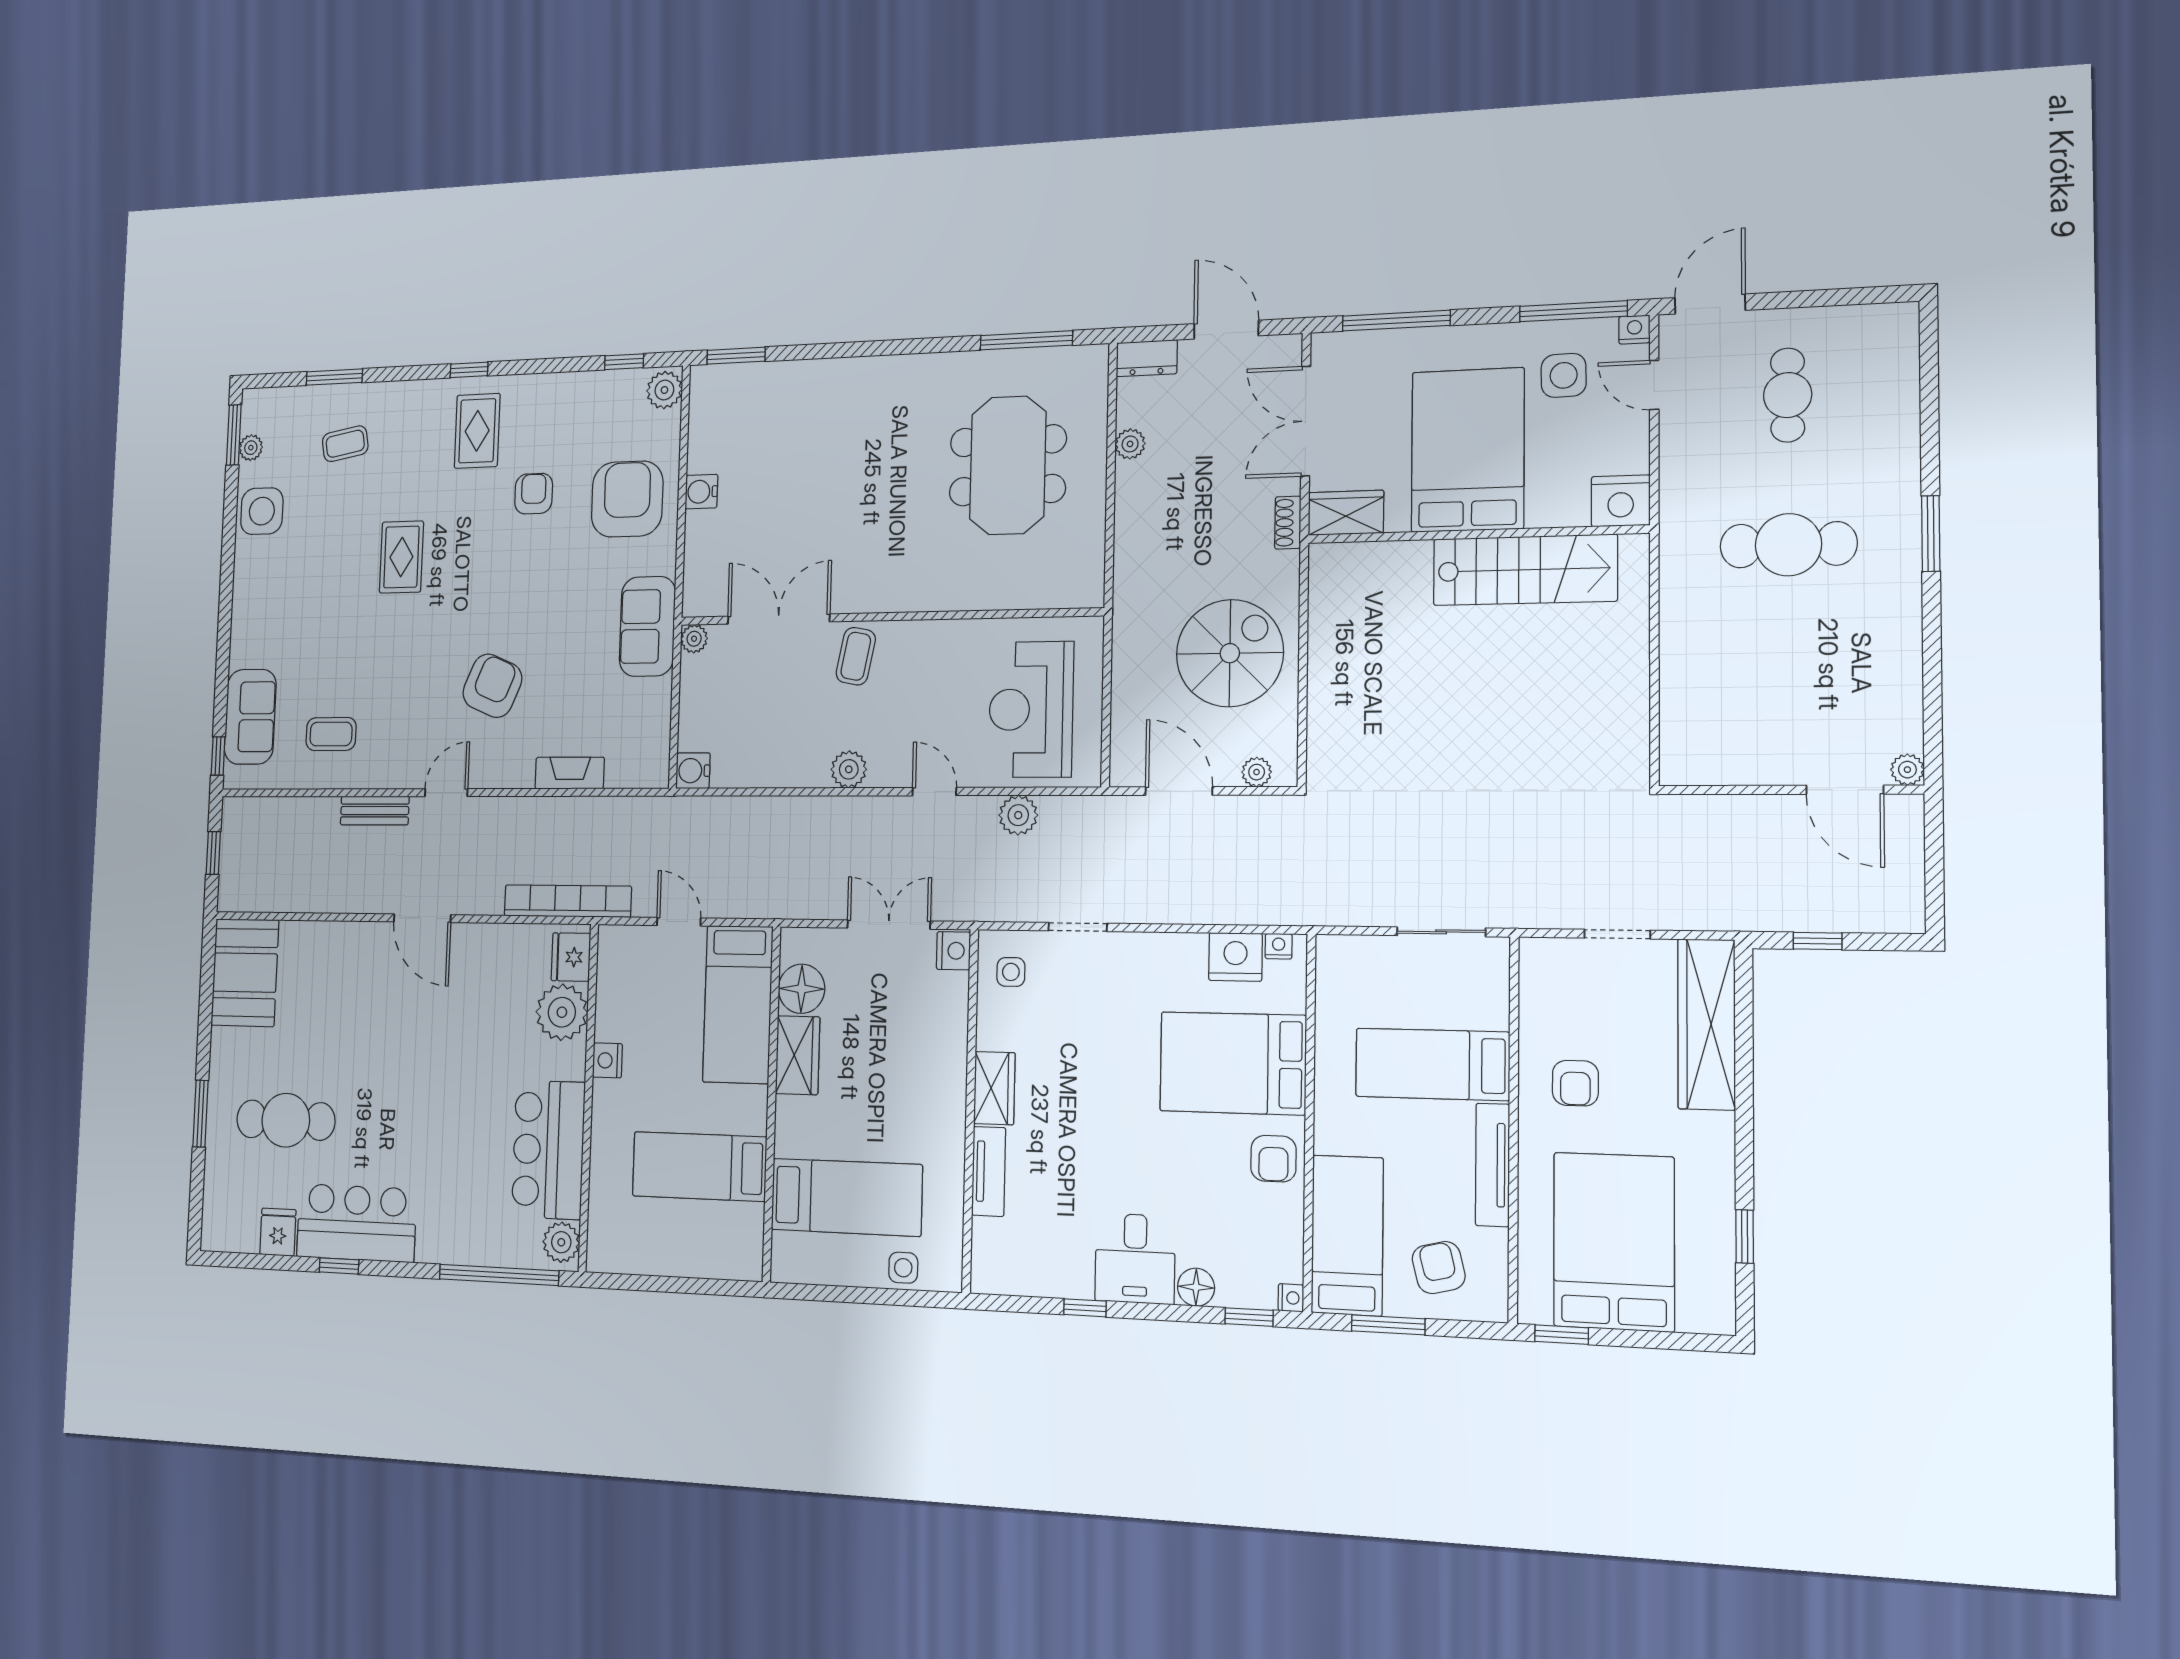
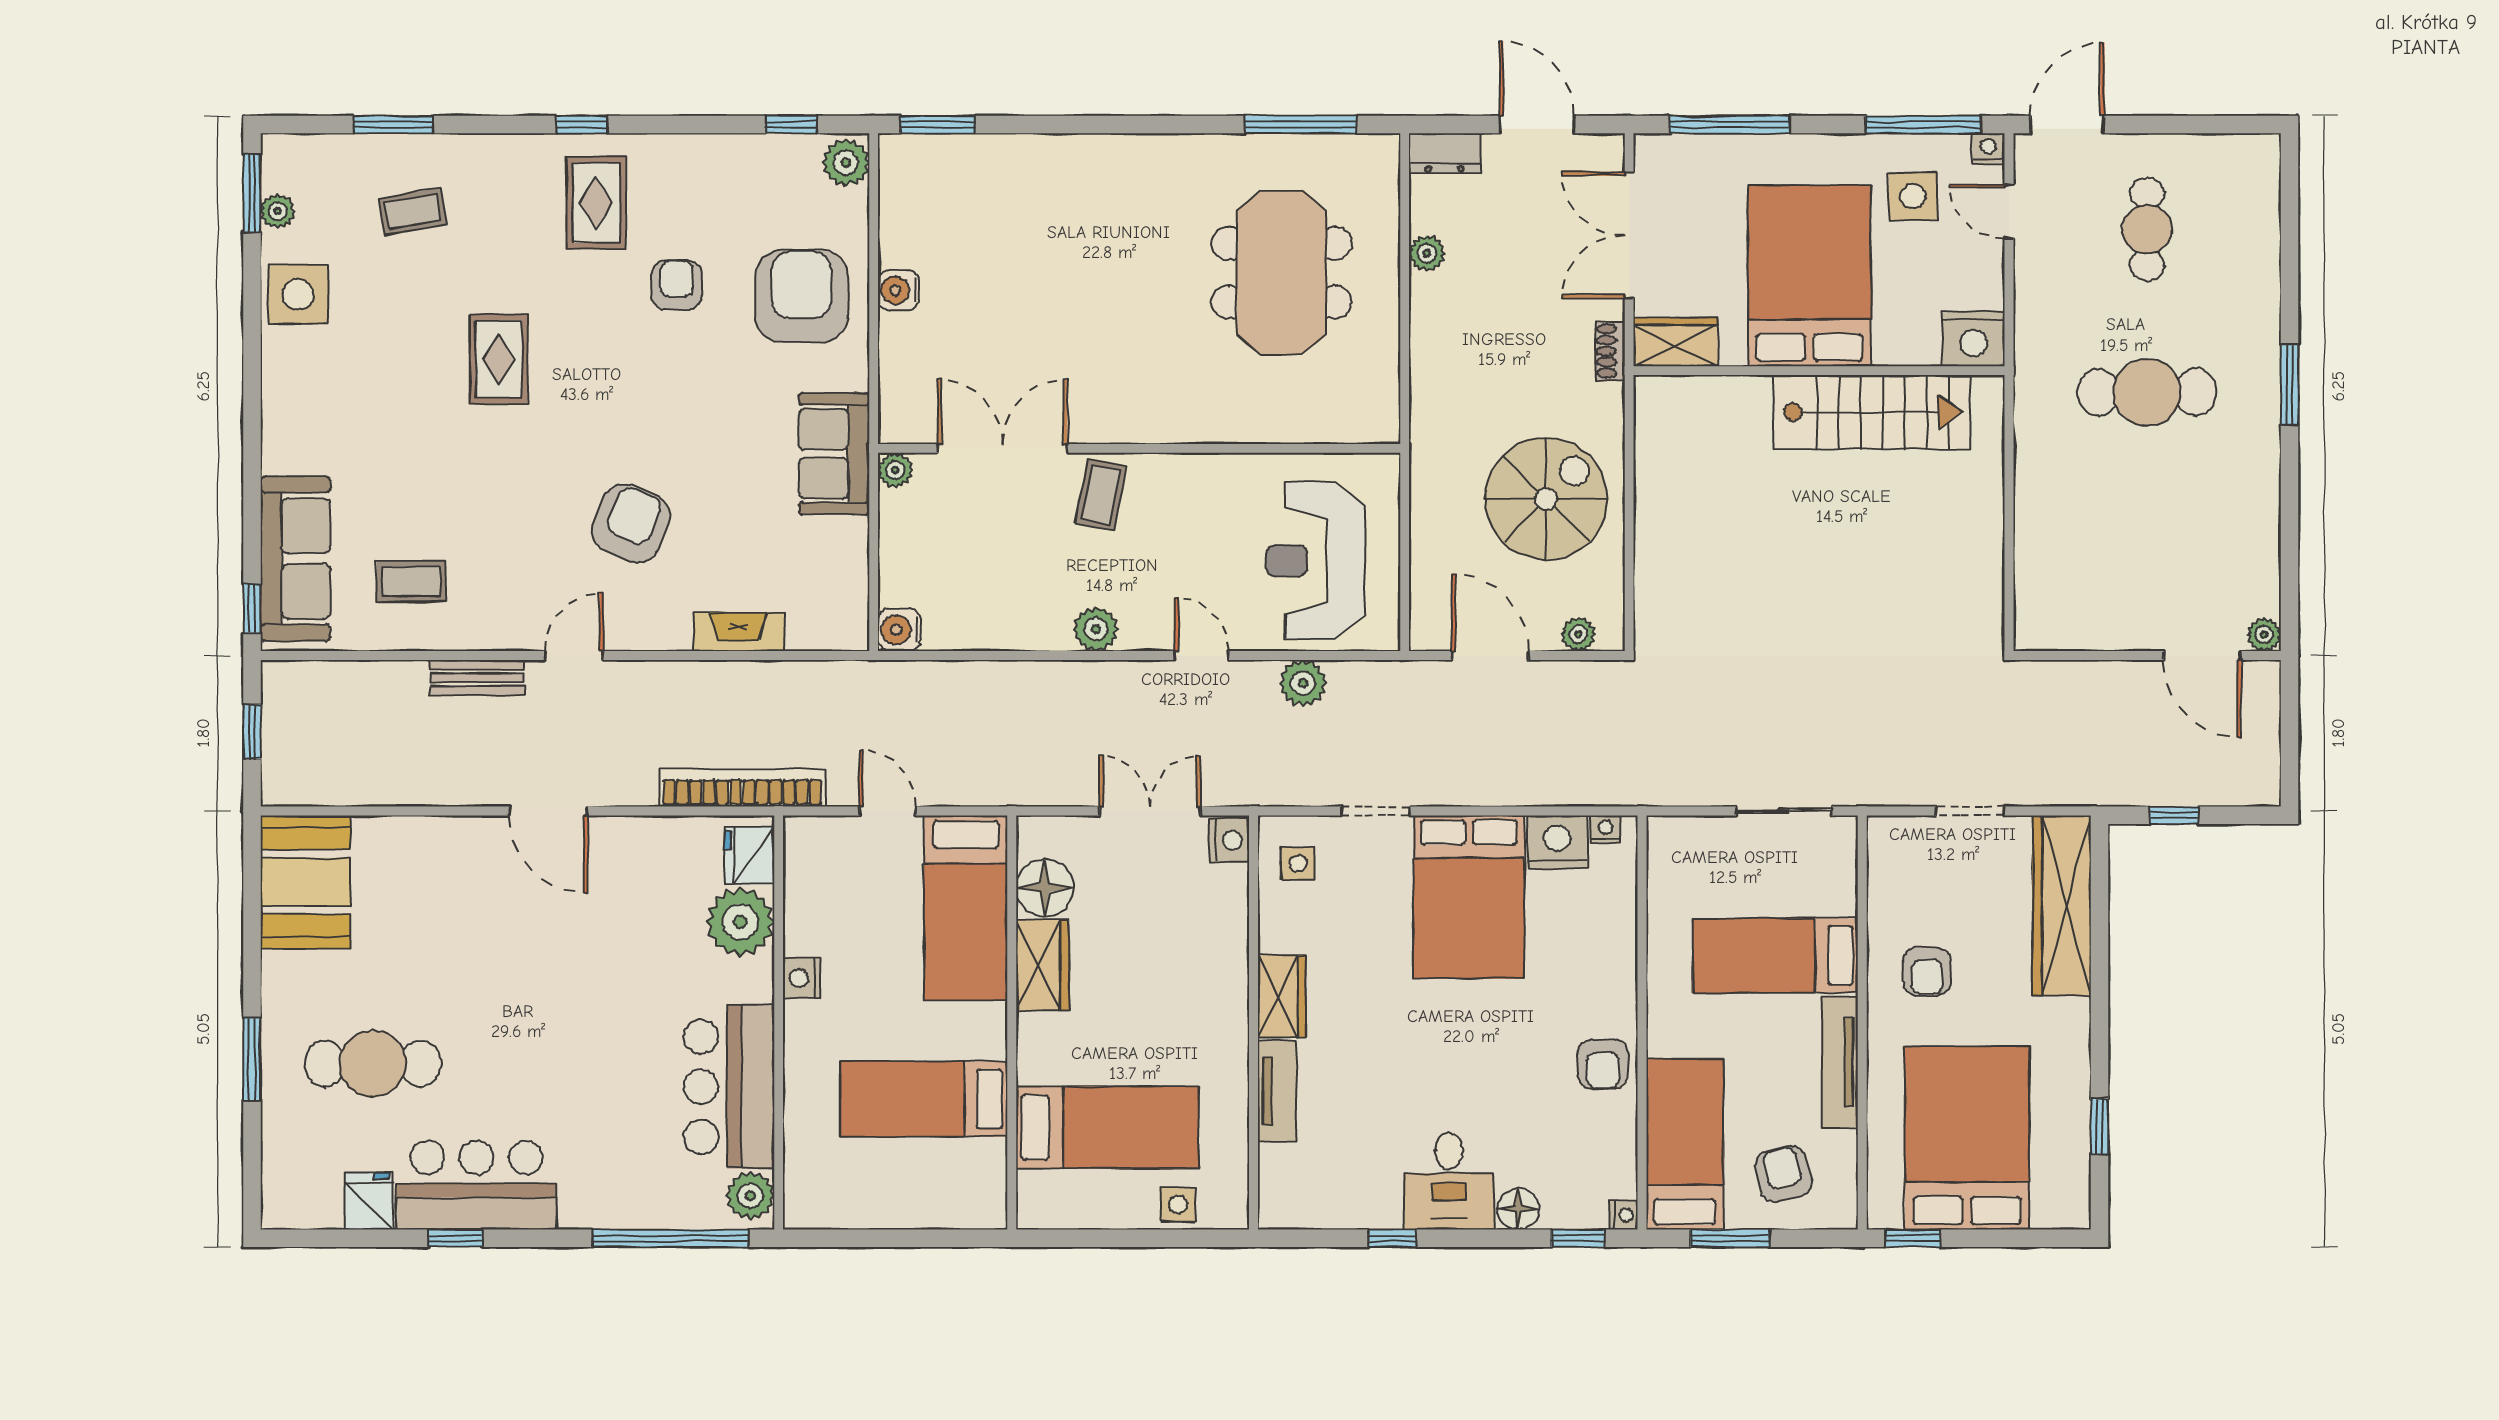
sofa: (250, 717) -> (296, 559), width x1.36
bed: (1233, 1063) -> (1469, 897), moved, turned -90

